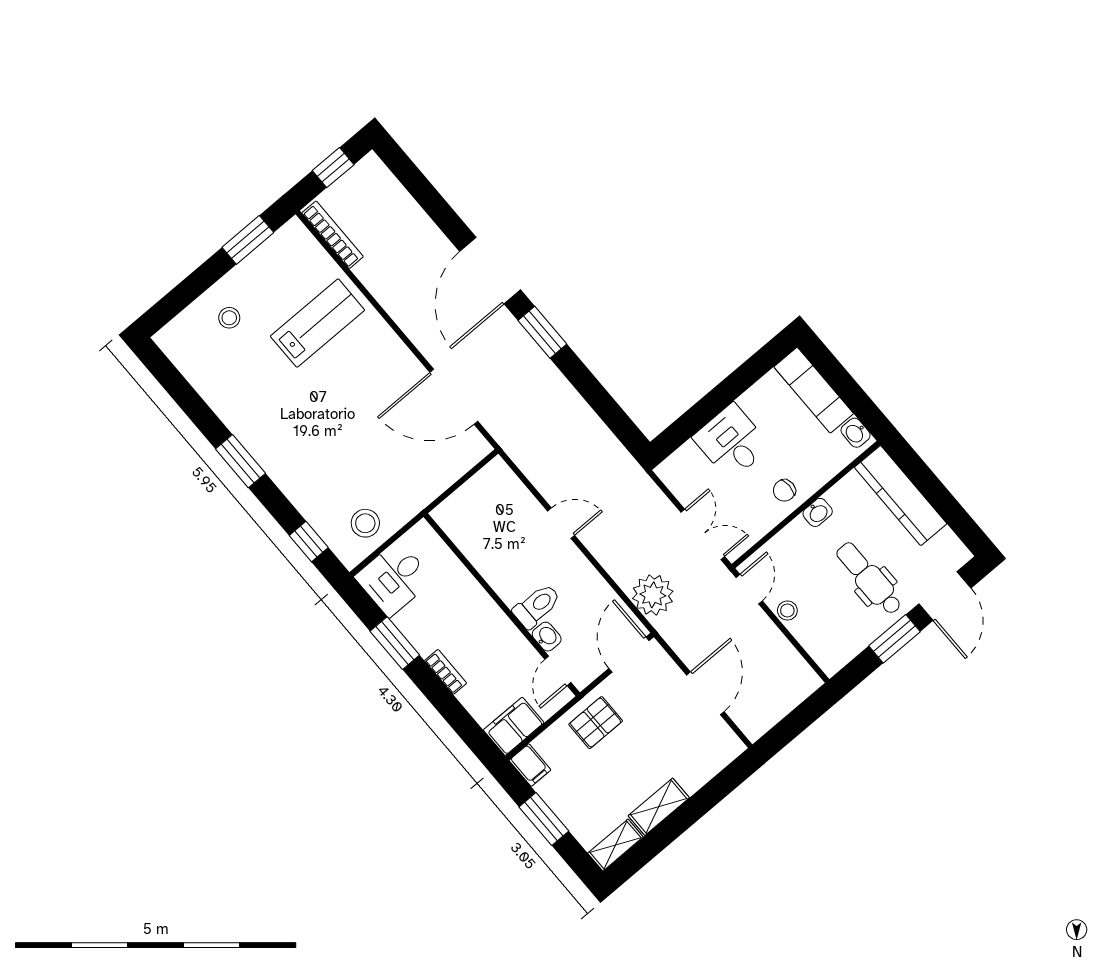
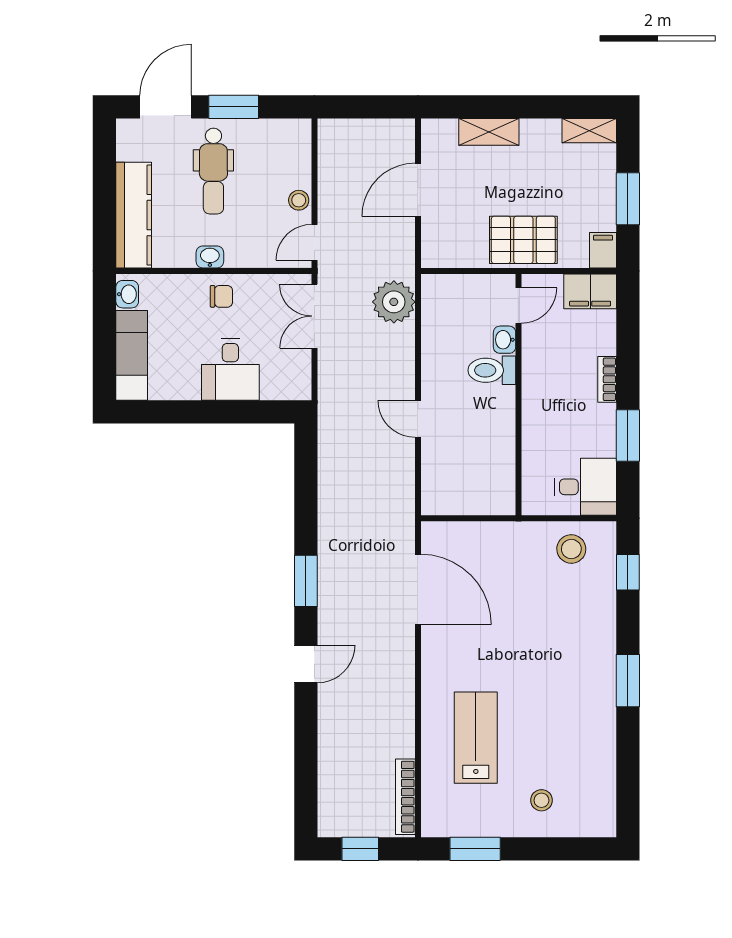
door: (490, 271) -> (306, 664), width x0.53
lab bench: (317, 323) -> (476, 738), turned 90
door: (629, 655) -> (452, 271), removed
pallet: (596, 723) -> (523, 240), width x1.50, depth x1.42
shelving: (659, 807) -> (489, 132), moved

